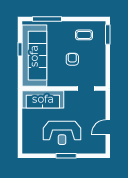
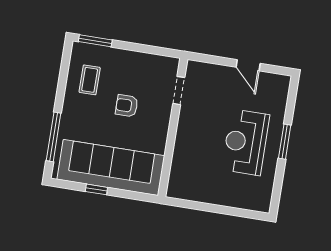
sofa: (43, 99) -> (185, 165), removed
reception desk: (62, 133) -> (246, 142), turned 180

